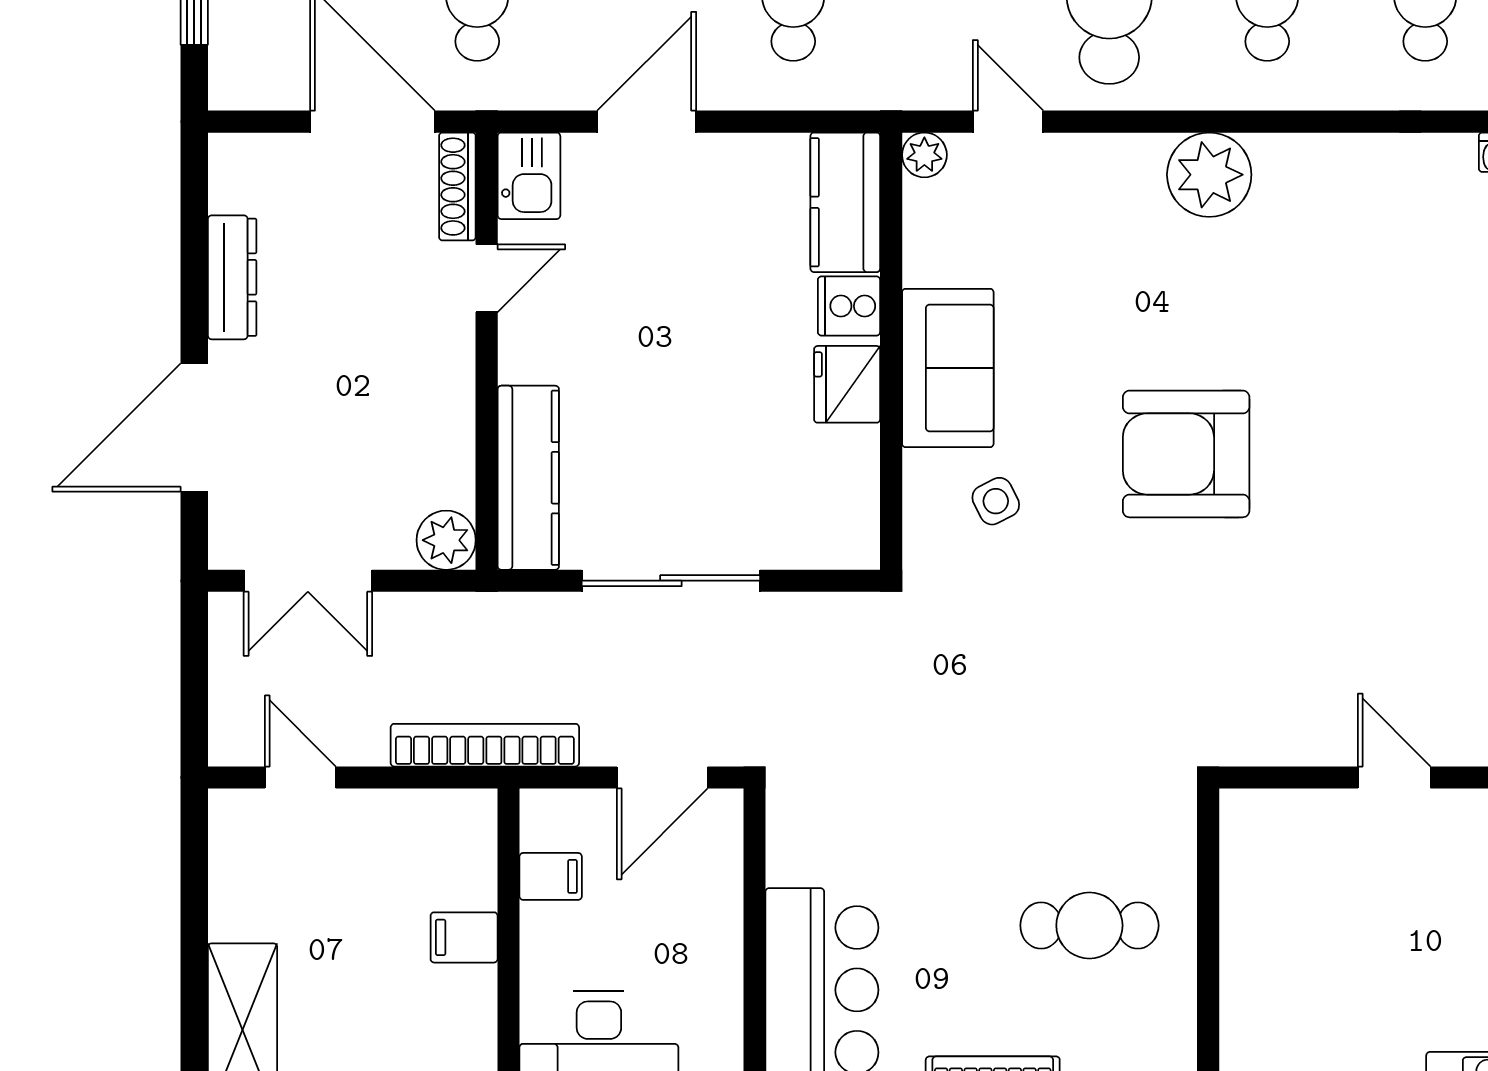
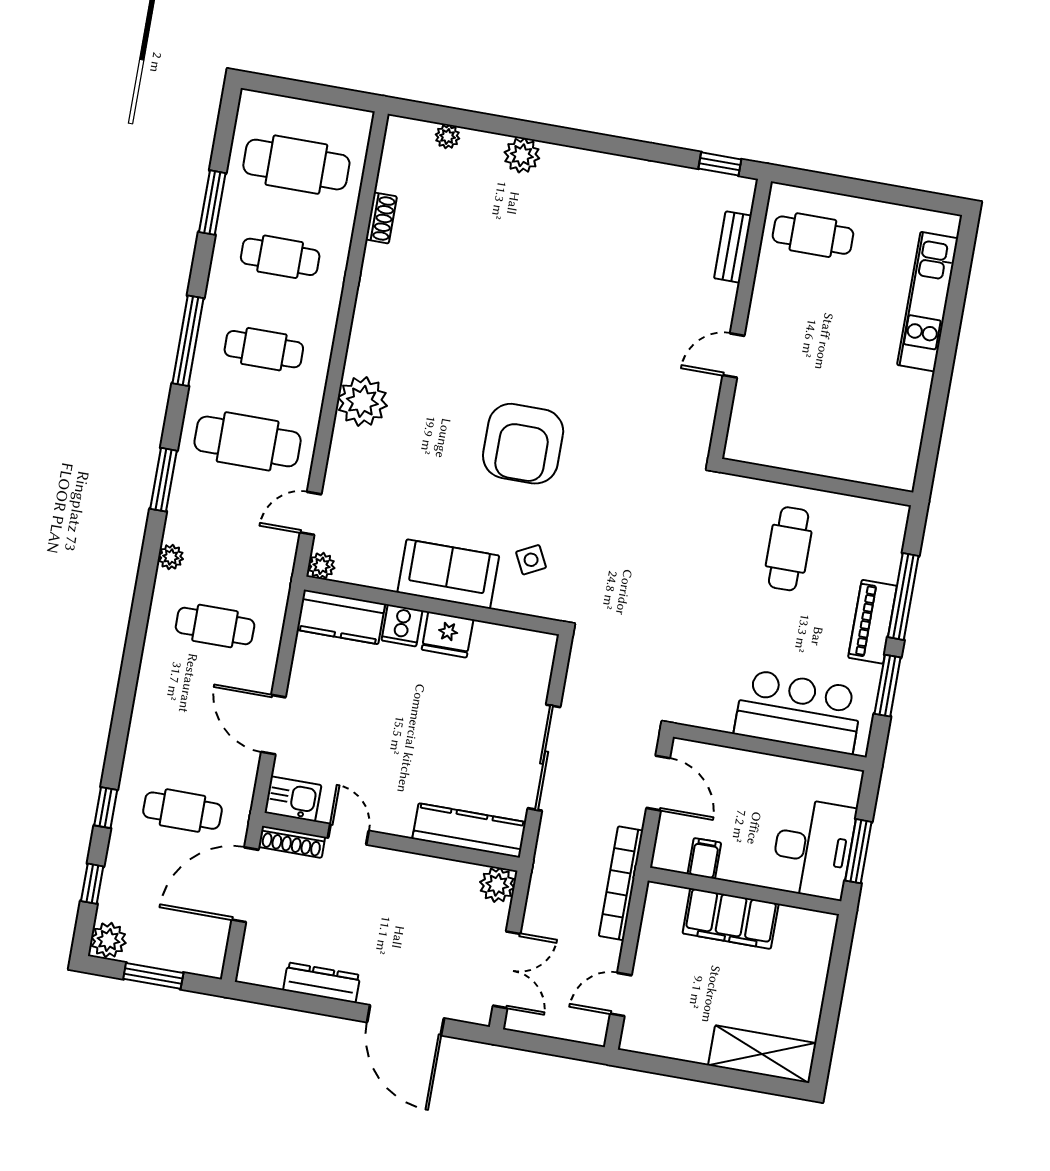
filing cabinet: (464, 937) -> (731, 919), width x3.00, depth x1.17

